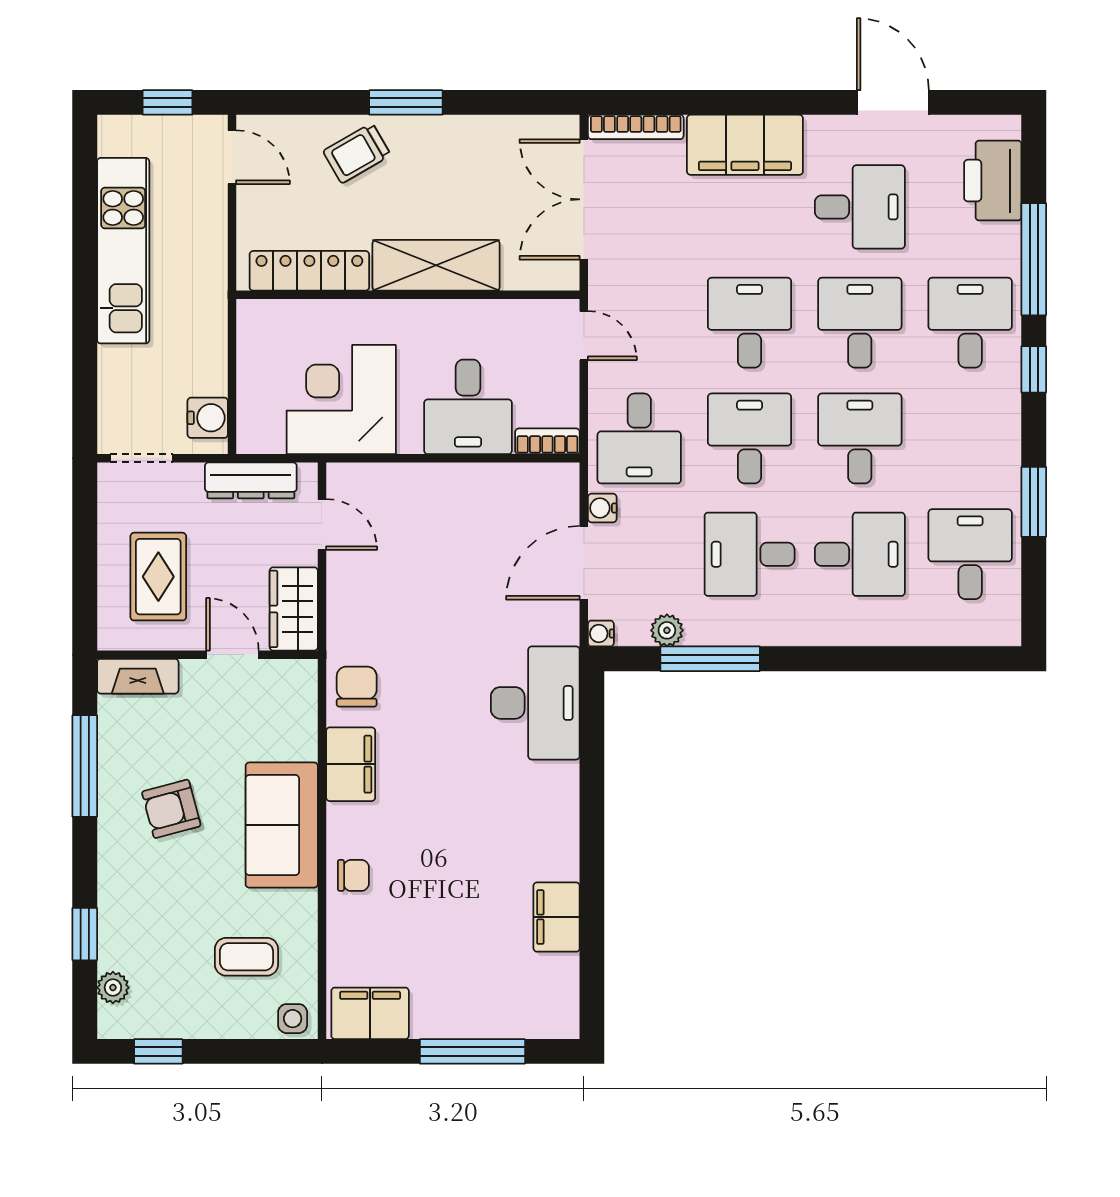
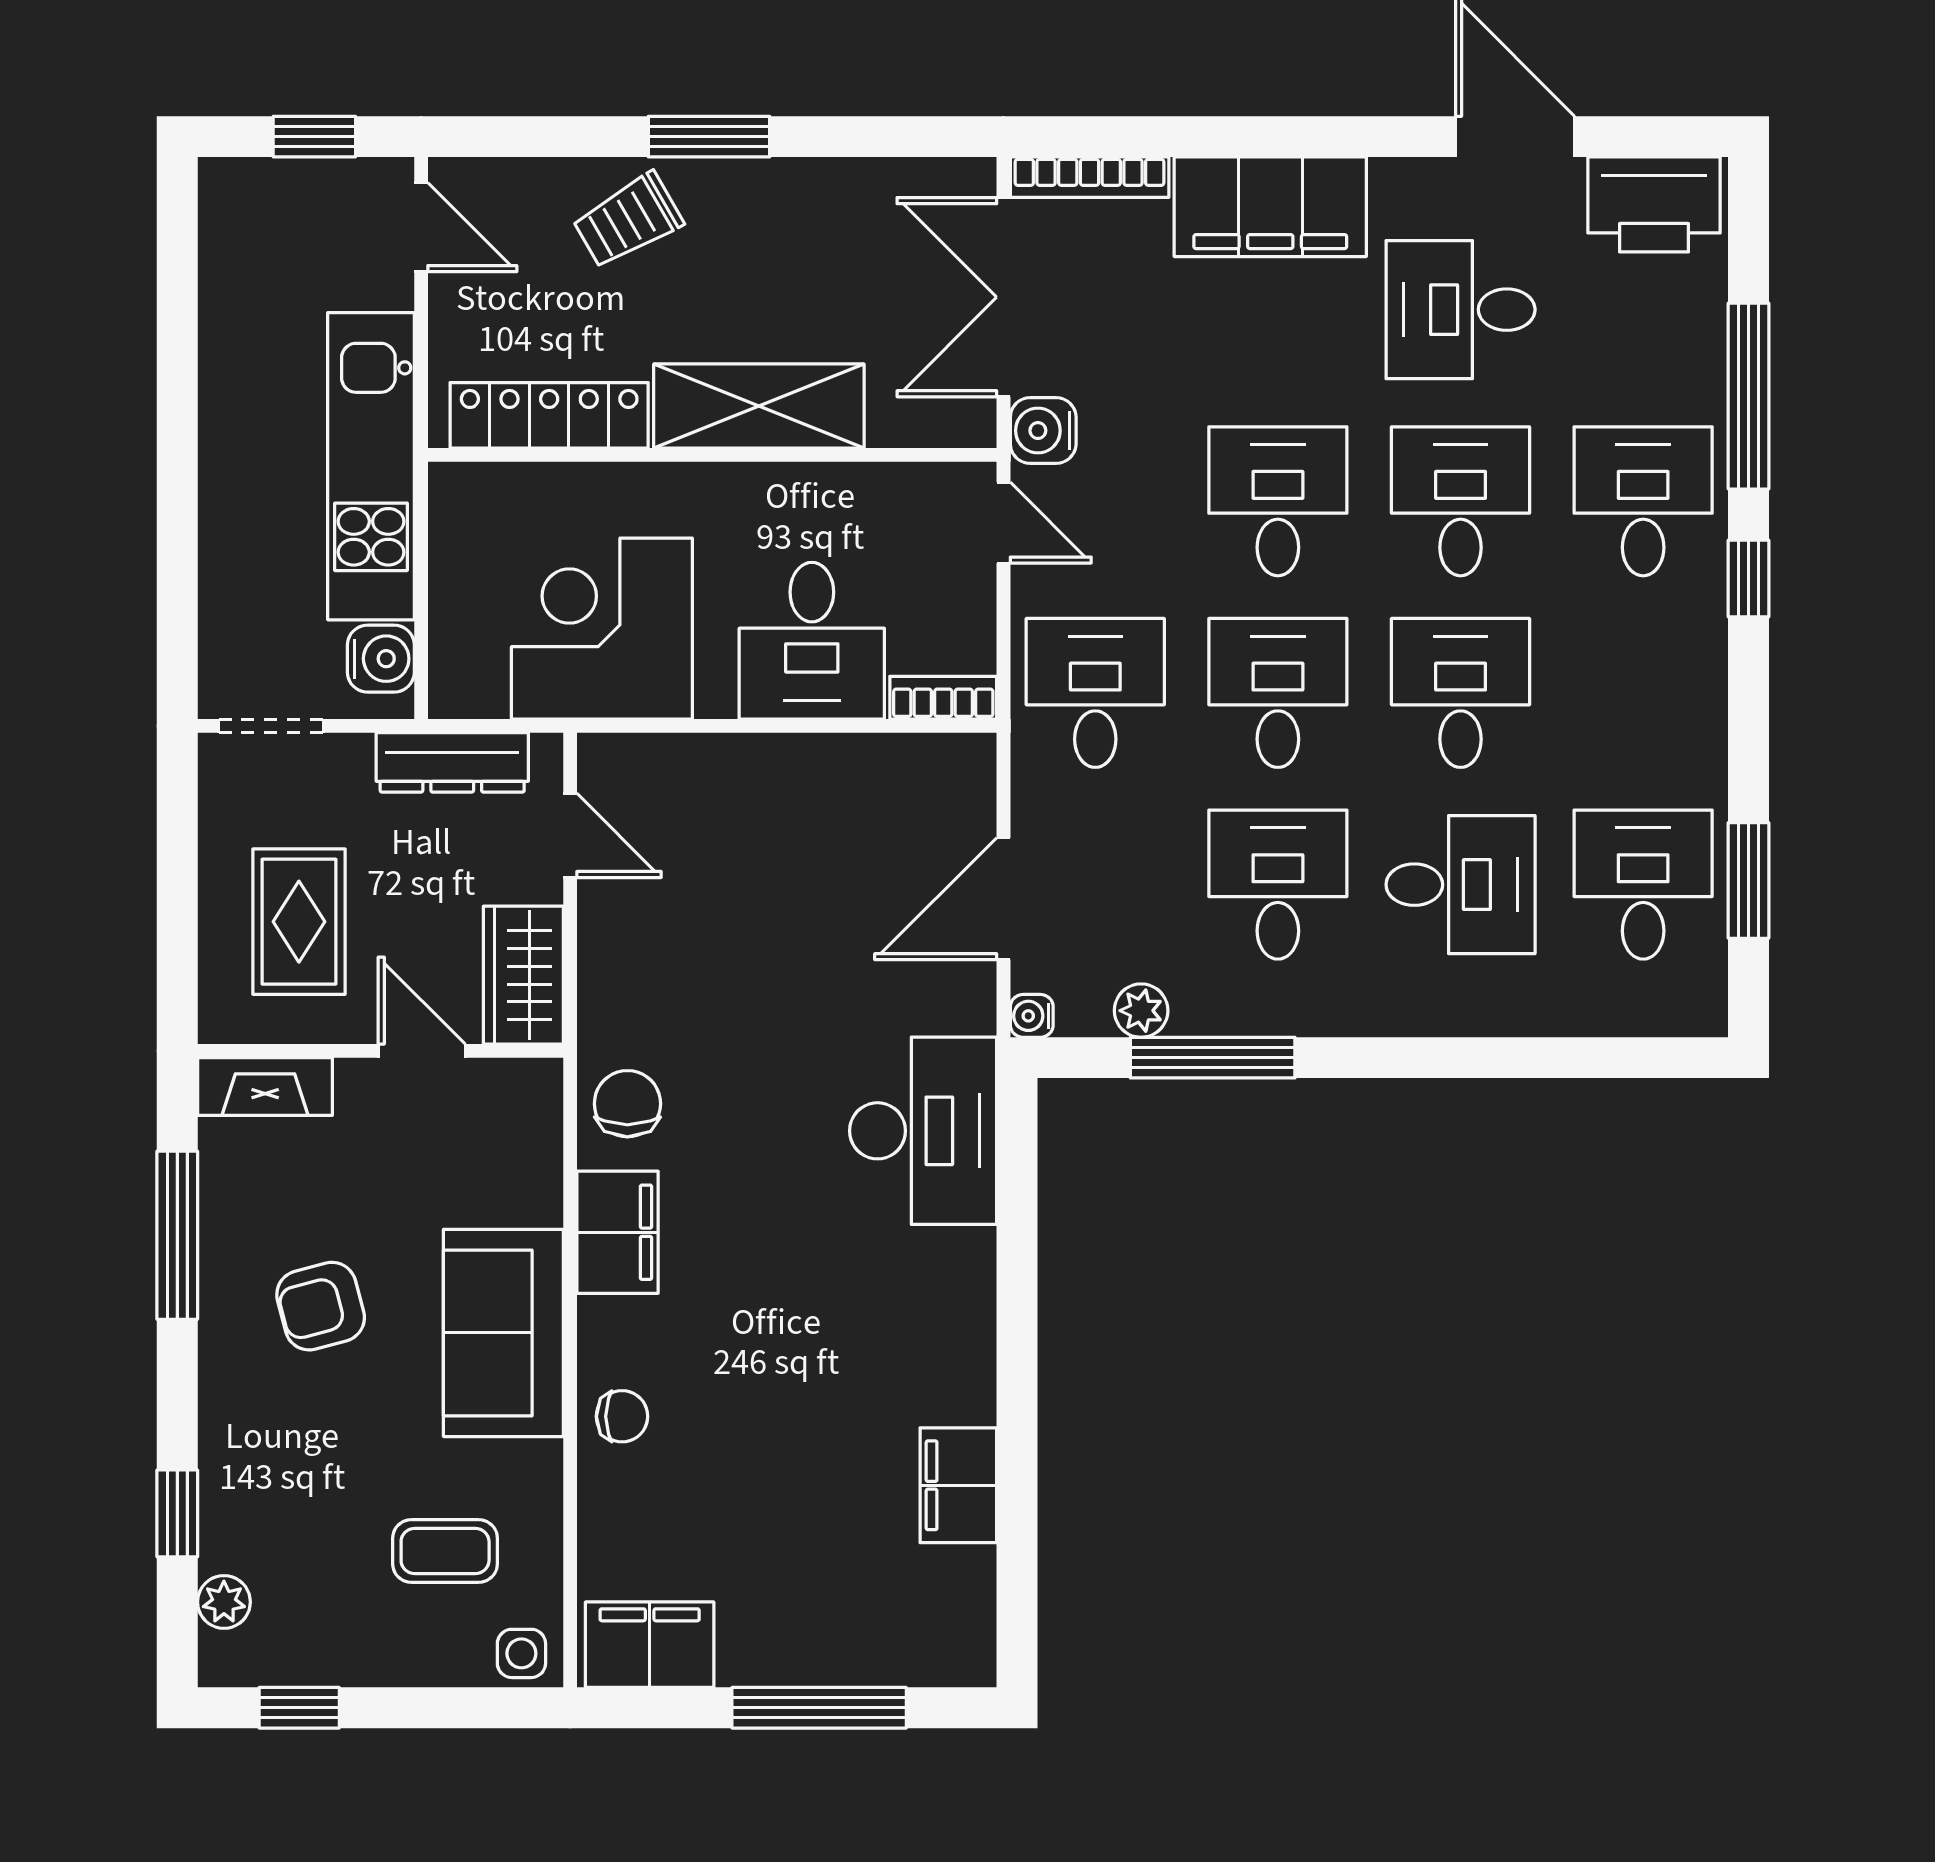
printer: (993, 181) -> (1654, 204), moved, turned -90
desk: (860, 207) -> (1461, 310), turned 180
kitchen unit: (123, 251) -> (371, 466), moved, turned 180
desk: (639, 438) -> (1095, 693), turned 180
window: (1034, 502) -> (1748, 880), moved
water cooler: (602, 508) -> (1043, 431), moved, width x1.38, depth x1.38
desk: (750, 554) -> (1278, 885), turned 90

